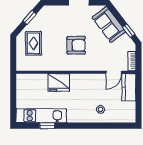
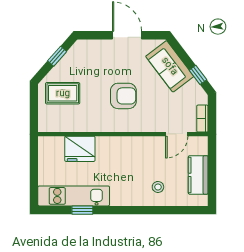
rug: (33, 43) -> (63, 93), turned 90
fridge: (59, 83) -> (80, 149), moved
kitchen counter: (129, 87) -> (198, 175), moved

